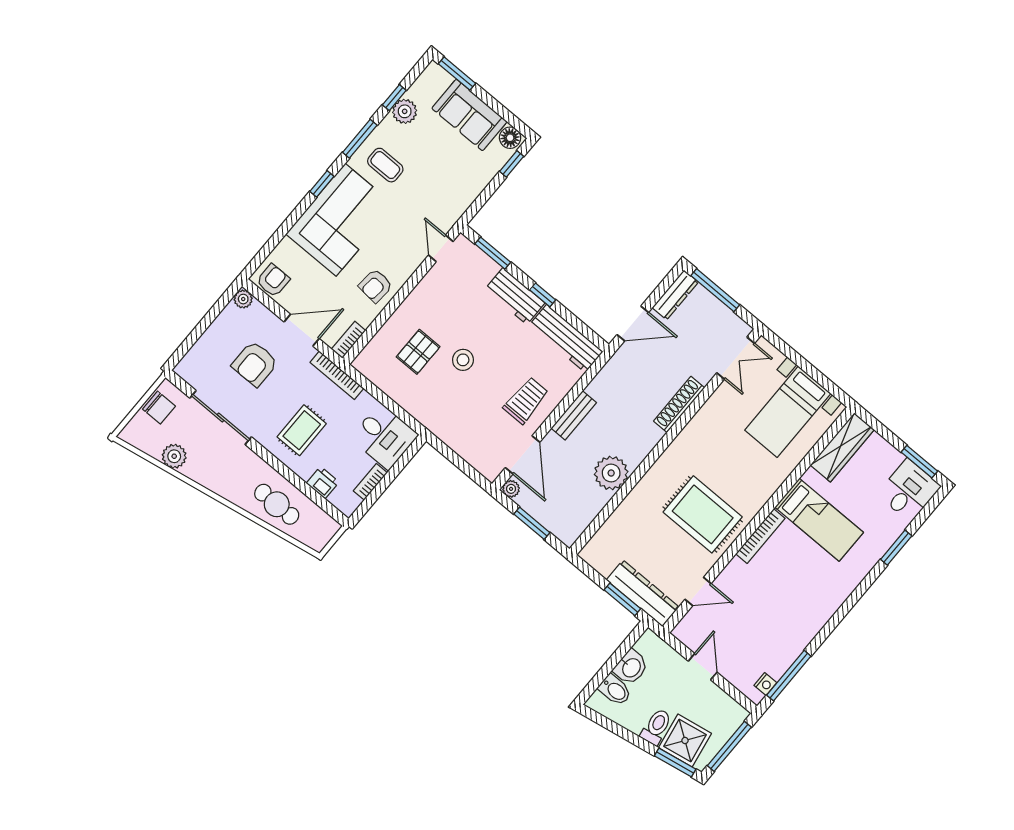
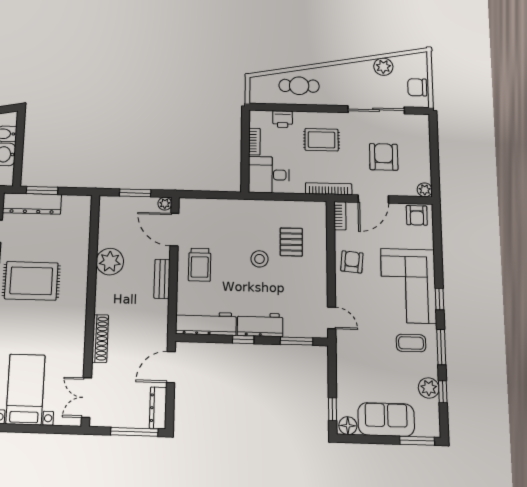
rug: (302, 430) -> (322, 140), turned 90

